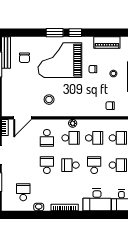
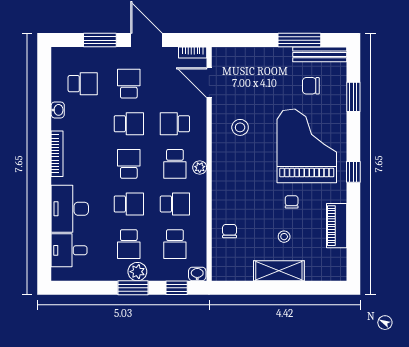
window: (55, 33) -> (353, 97), moved
school desk: (94, 138) -> (175, 204), turned -90
school desk: (23, 165) -> (129, 84), added

